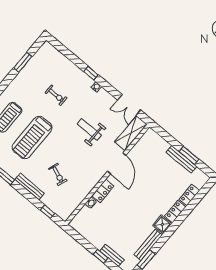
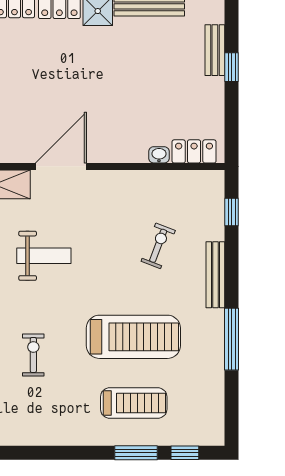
window: (23, 62) -> (25, 453), removed
weight bench: (89, 130) -> (44, 256), turned -90
locker: (103, 191) -> (194, 151), moved

